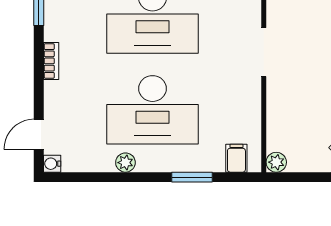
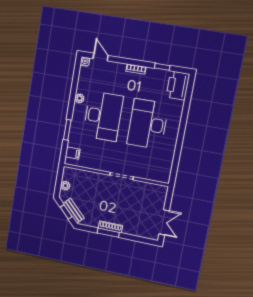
desk: (153, 110) -> (103, 116), turned 180
plant: (276, 162) -> (65, 186), moved

